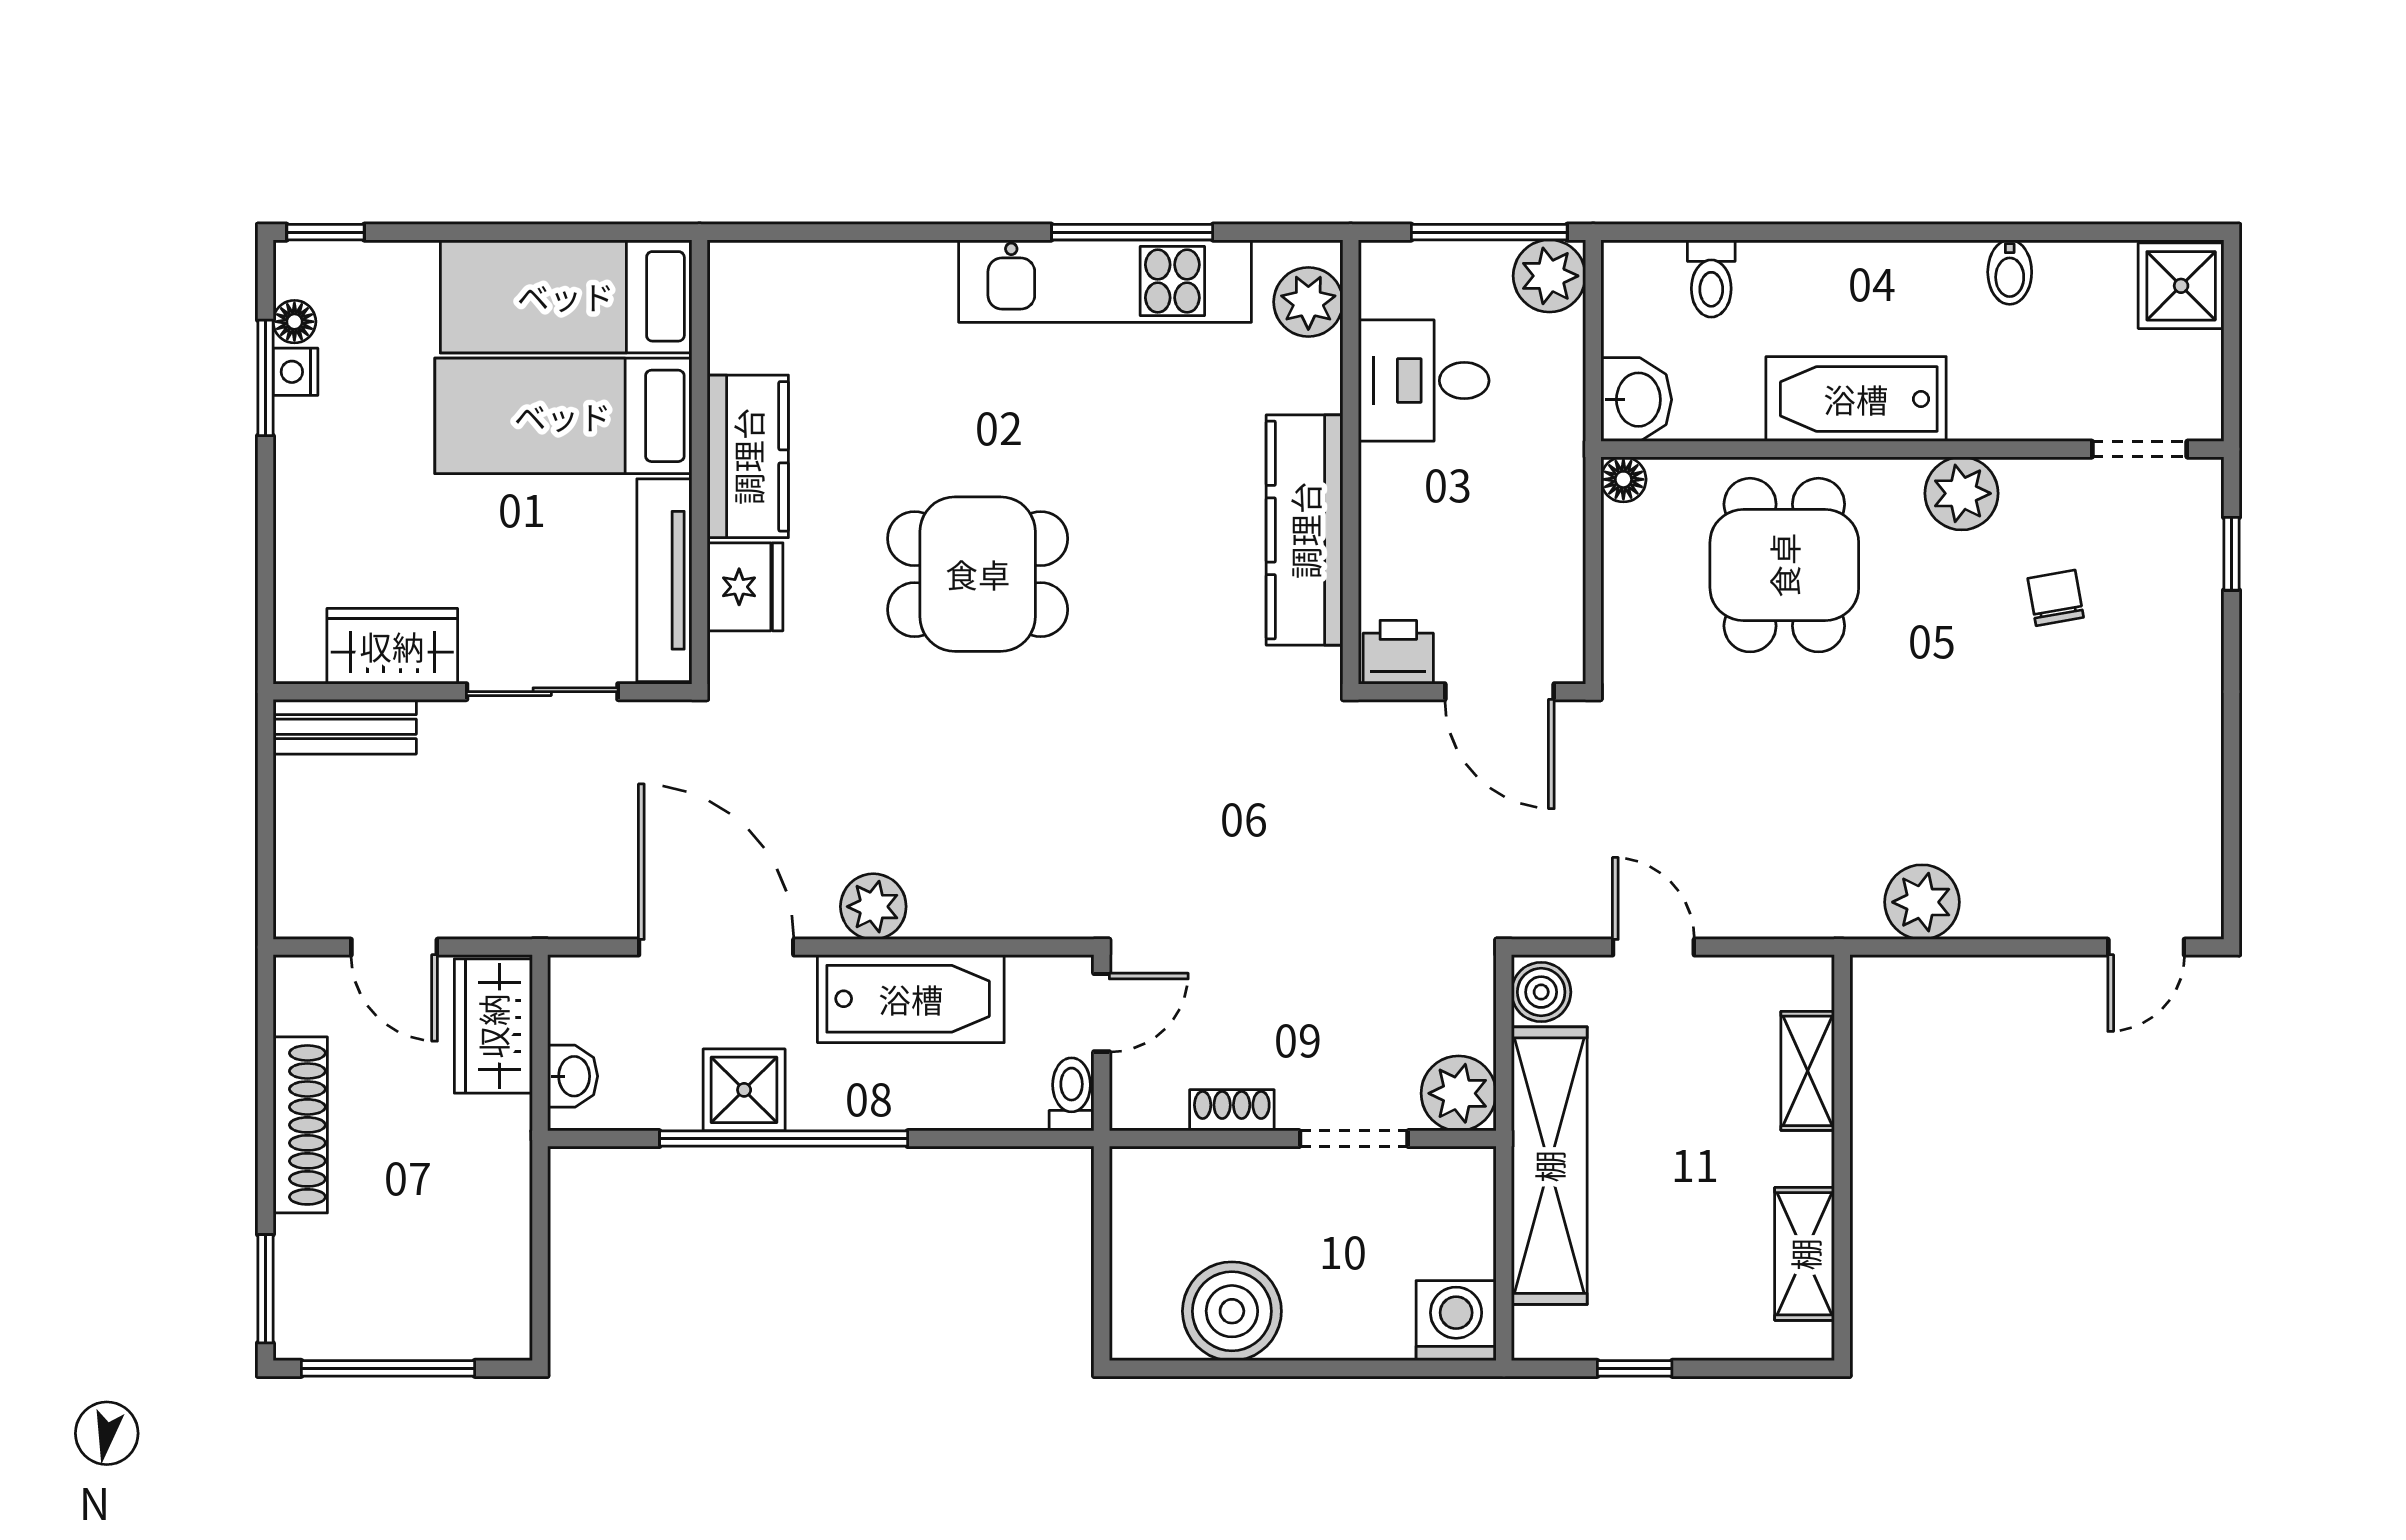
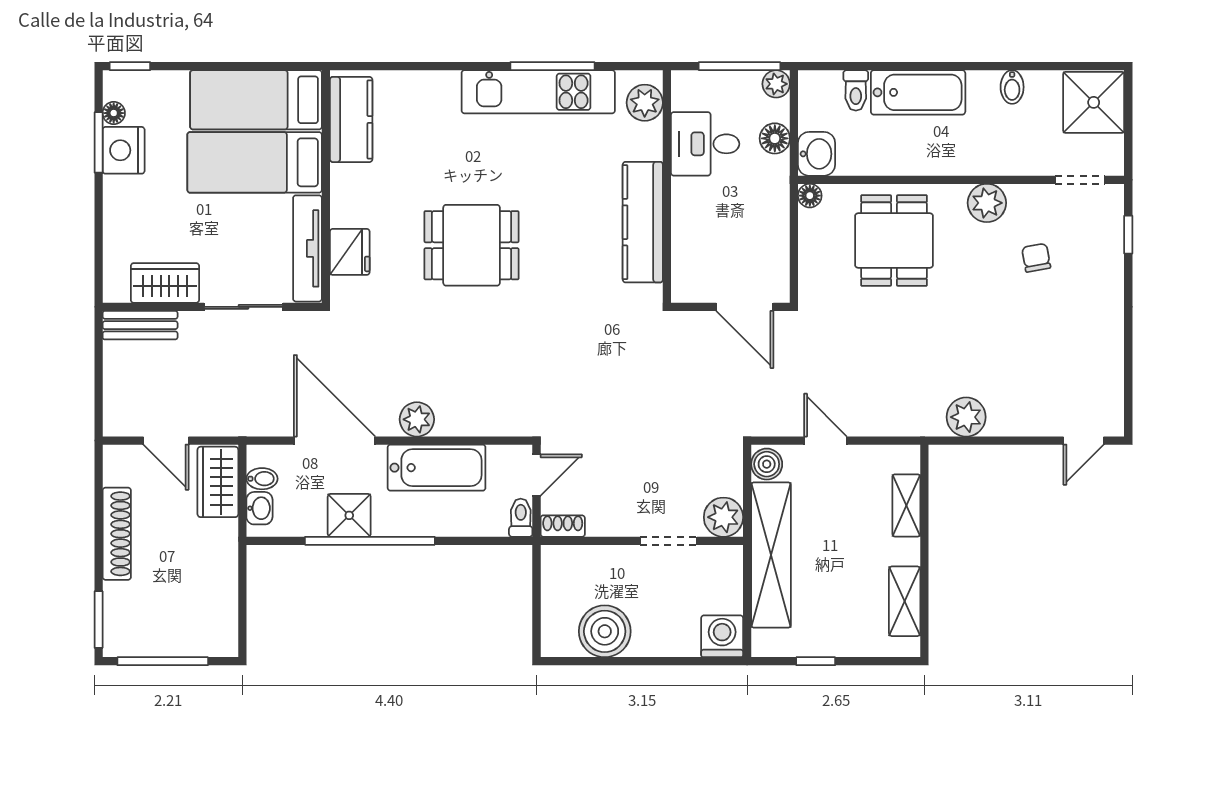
plant: (1549, 276) -> (776, 84), width x0.73, depth x0.73
shower: (2181, 286) -> (1094, 102), width x1.36, depth x1.36
floor lamp: (1557, 370) -> (775, 138), added
nightstand: (295, 372) -> (124, 150), width x1.89, depth x1.79
bathtub: (1856, 399) -> (918, 92), moved, turned 180
kitchen counter: (748, 456) -> (351, 119), moved
printer: (1398, 652) -> (692, 286), removed
bidet: (577, 1020) -> (262, 479), added
shoe rack: (1232, 1110) -> (563, 526), moved

